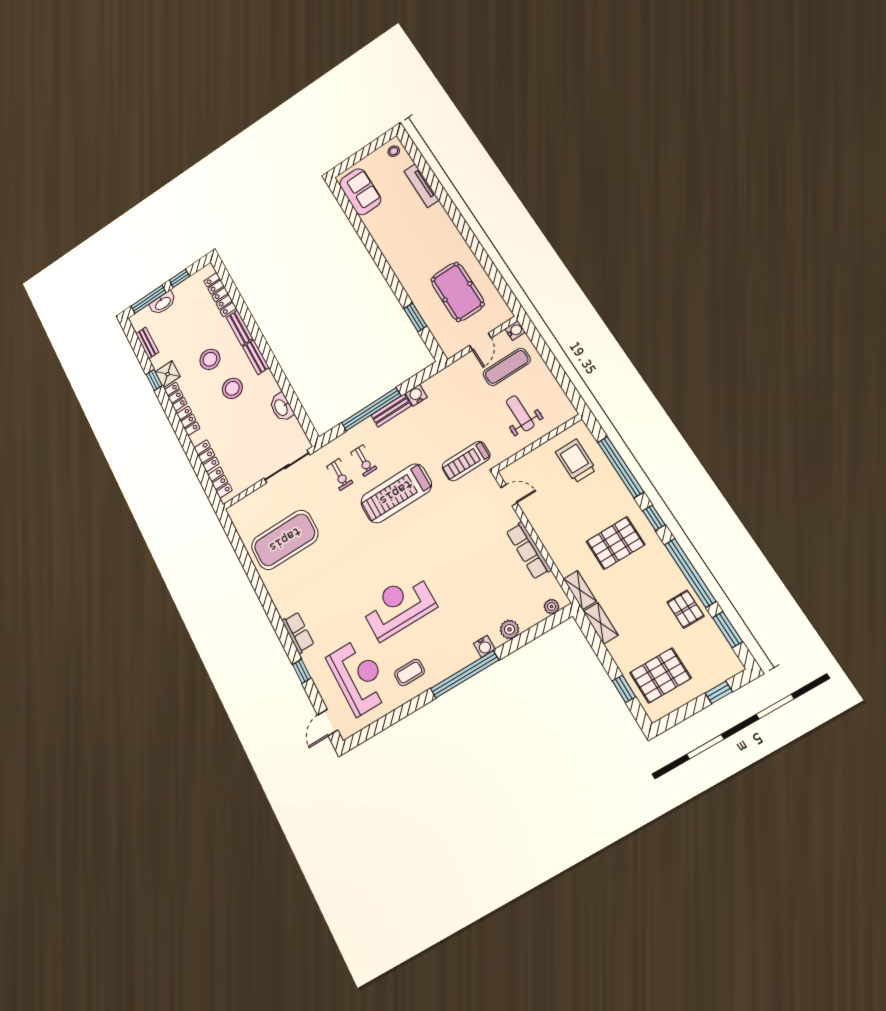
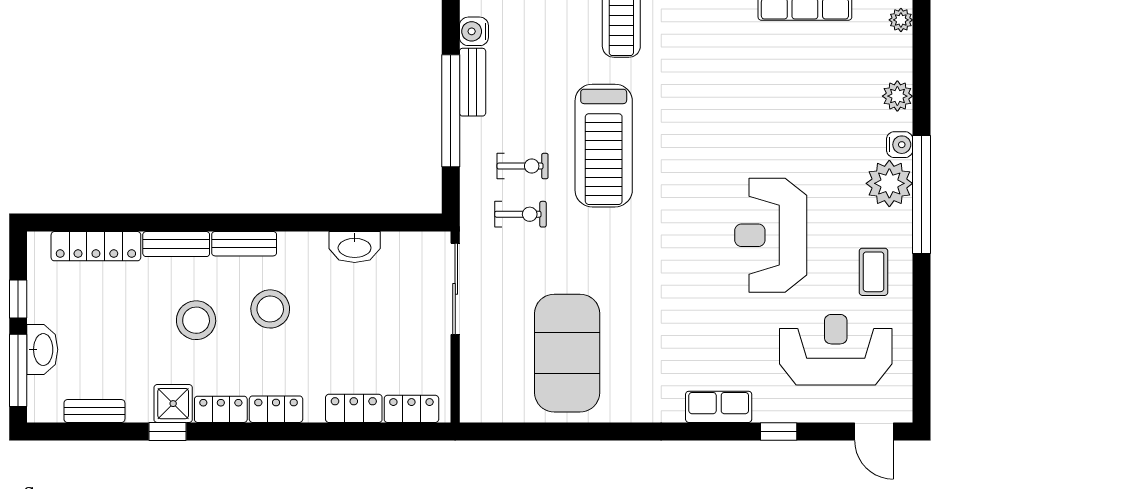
plant: (461, 653) -> (889, 183), added

